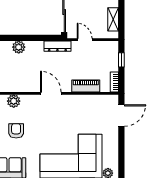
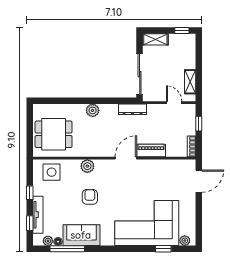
door: (85, 40) -> (174, 103), moved
piano: (86, 86) -> (151, 151), moved
door: (51, 93) -> (126, 158), hinge flipped

